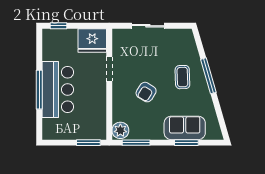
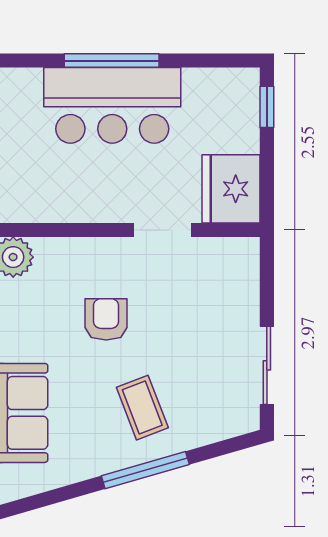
sliding door: (148, 26) -> (267, 365), moved
coffee table: (182, 77) -> (142, 408), turned 71
armchair: (146, 92) -> (106, 319), turned 58

